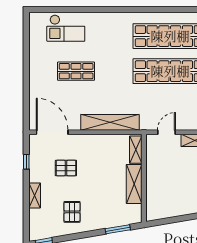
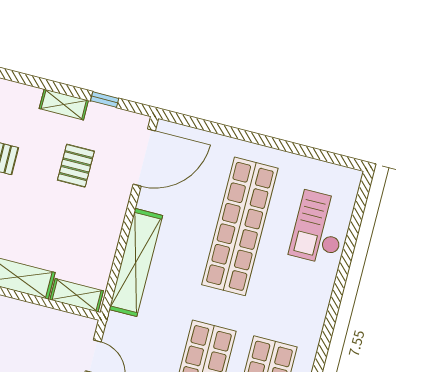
shop shelf: (76, 71) -> (240, 226), width x2.00, depth x1.36
shelving: (35, 195) -> (64, 104), moved

